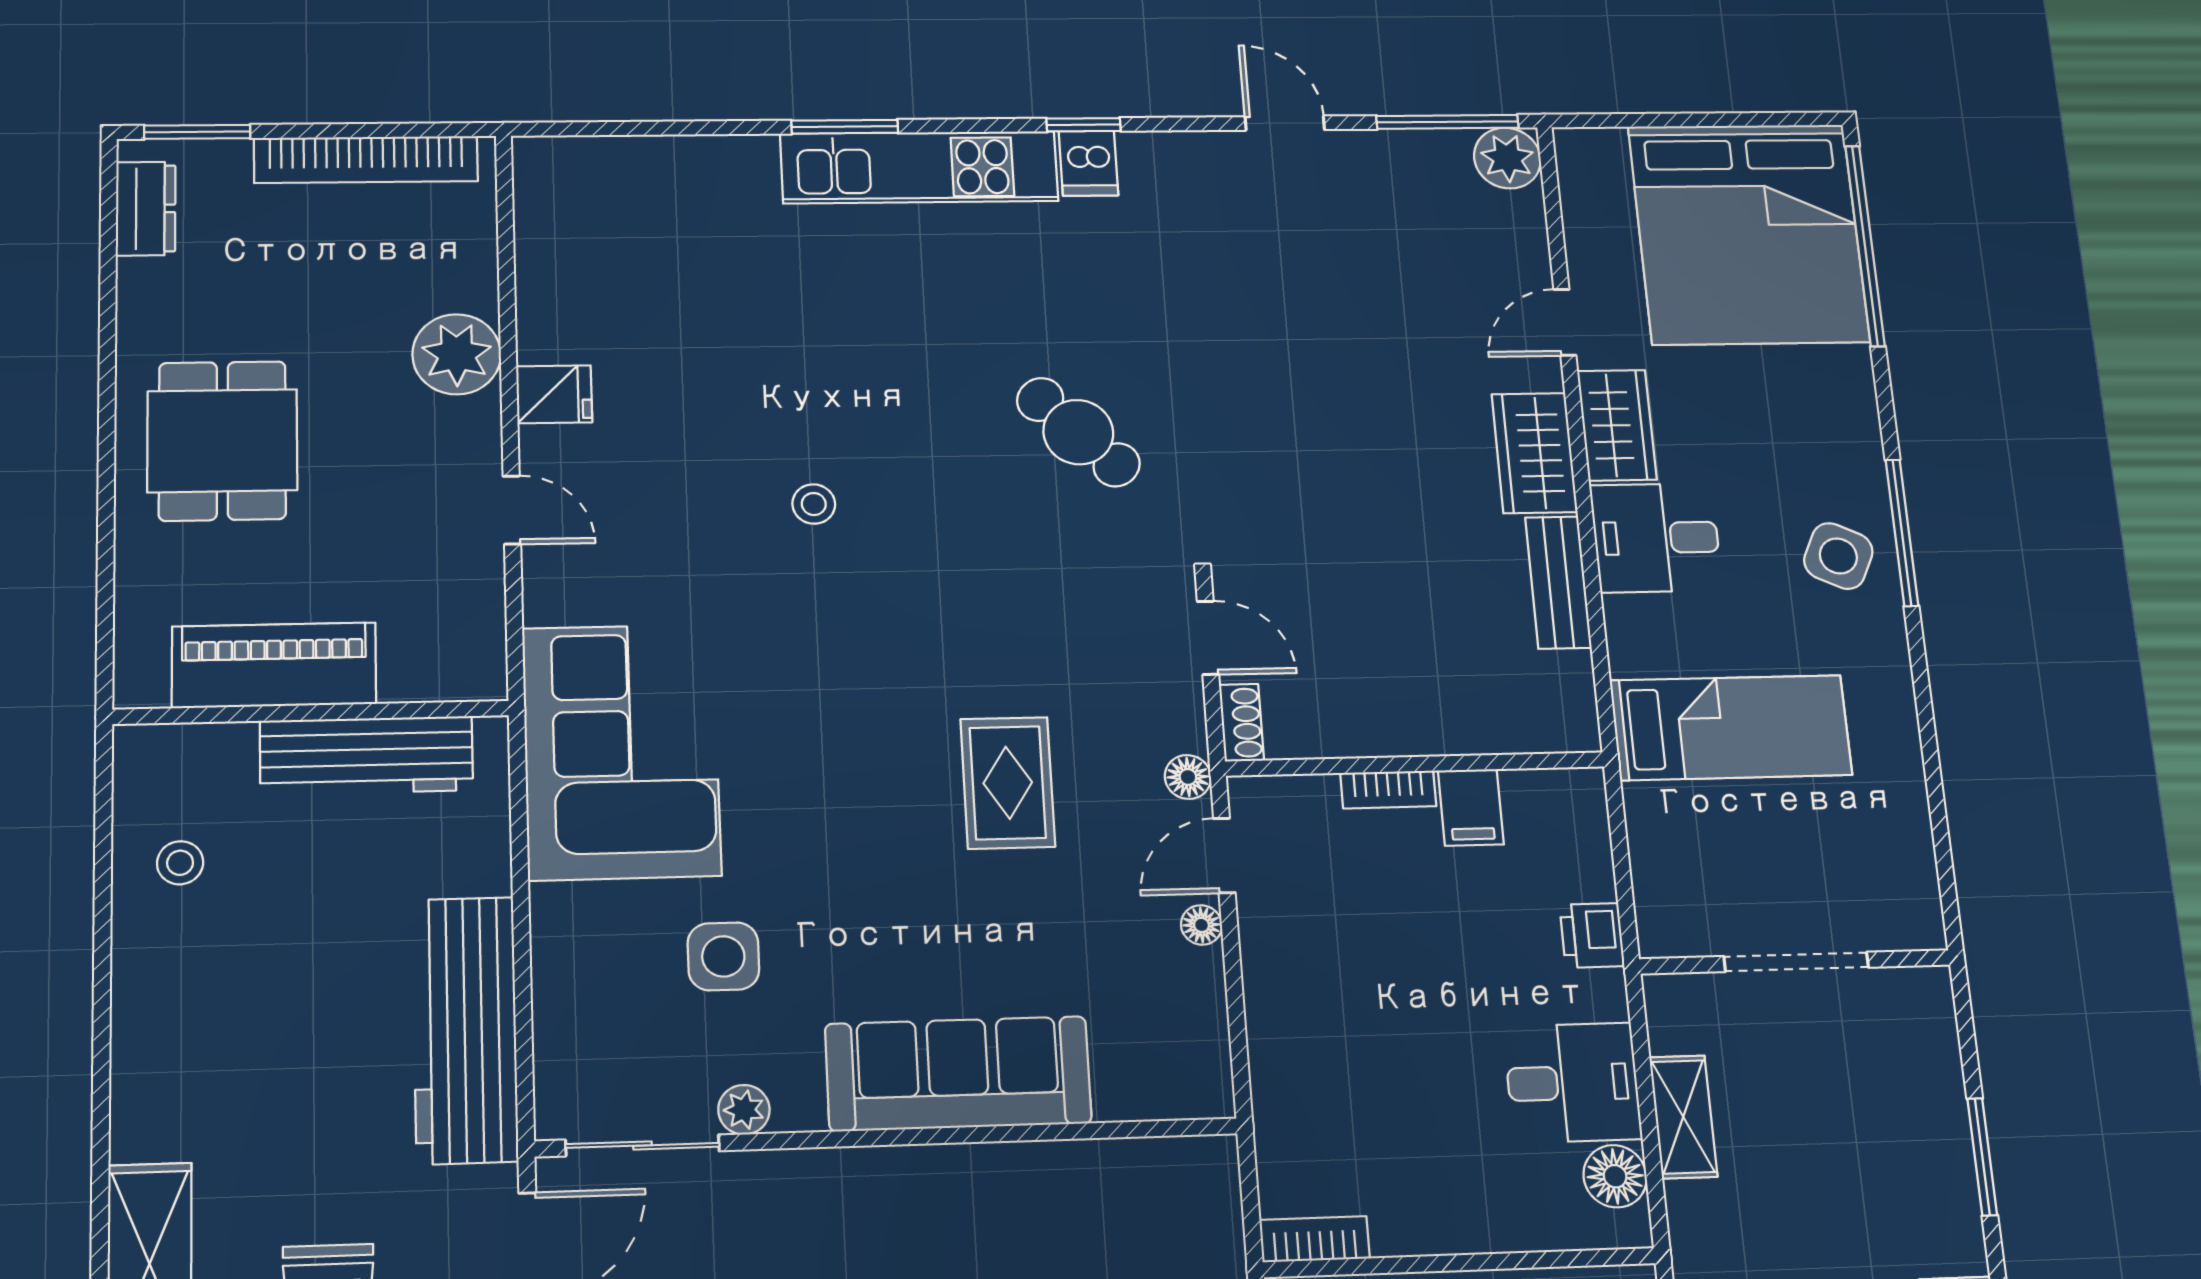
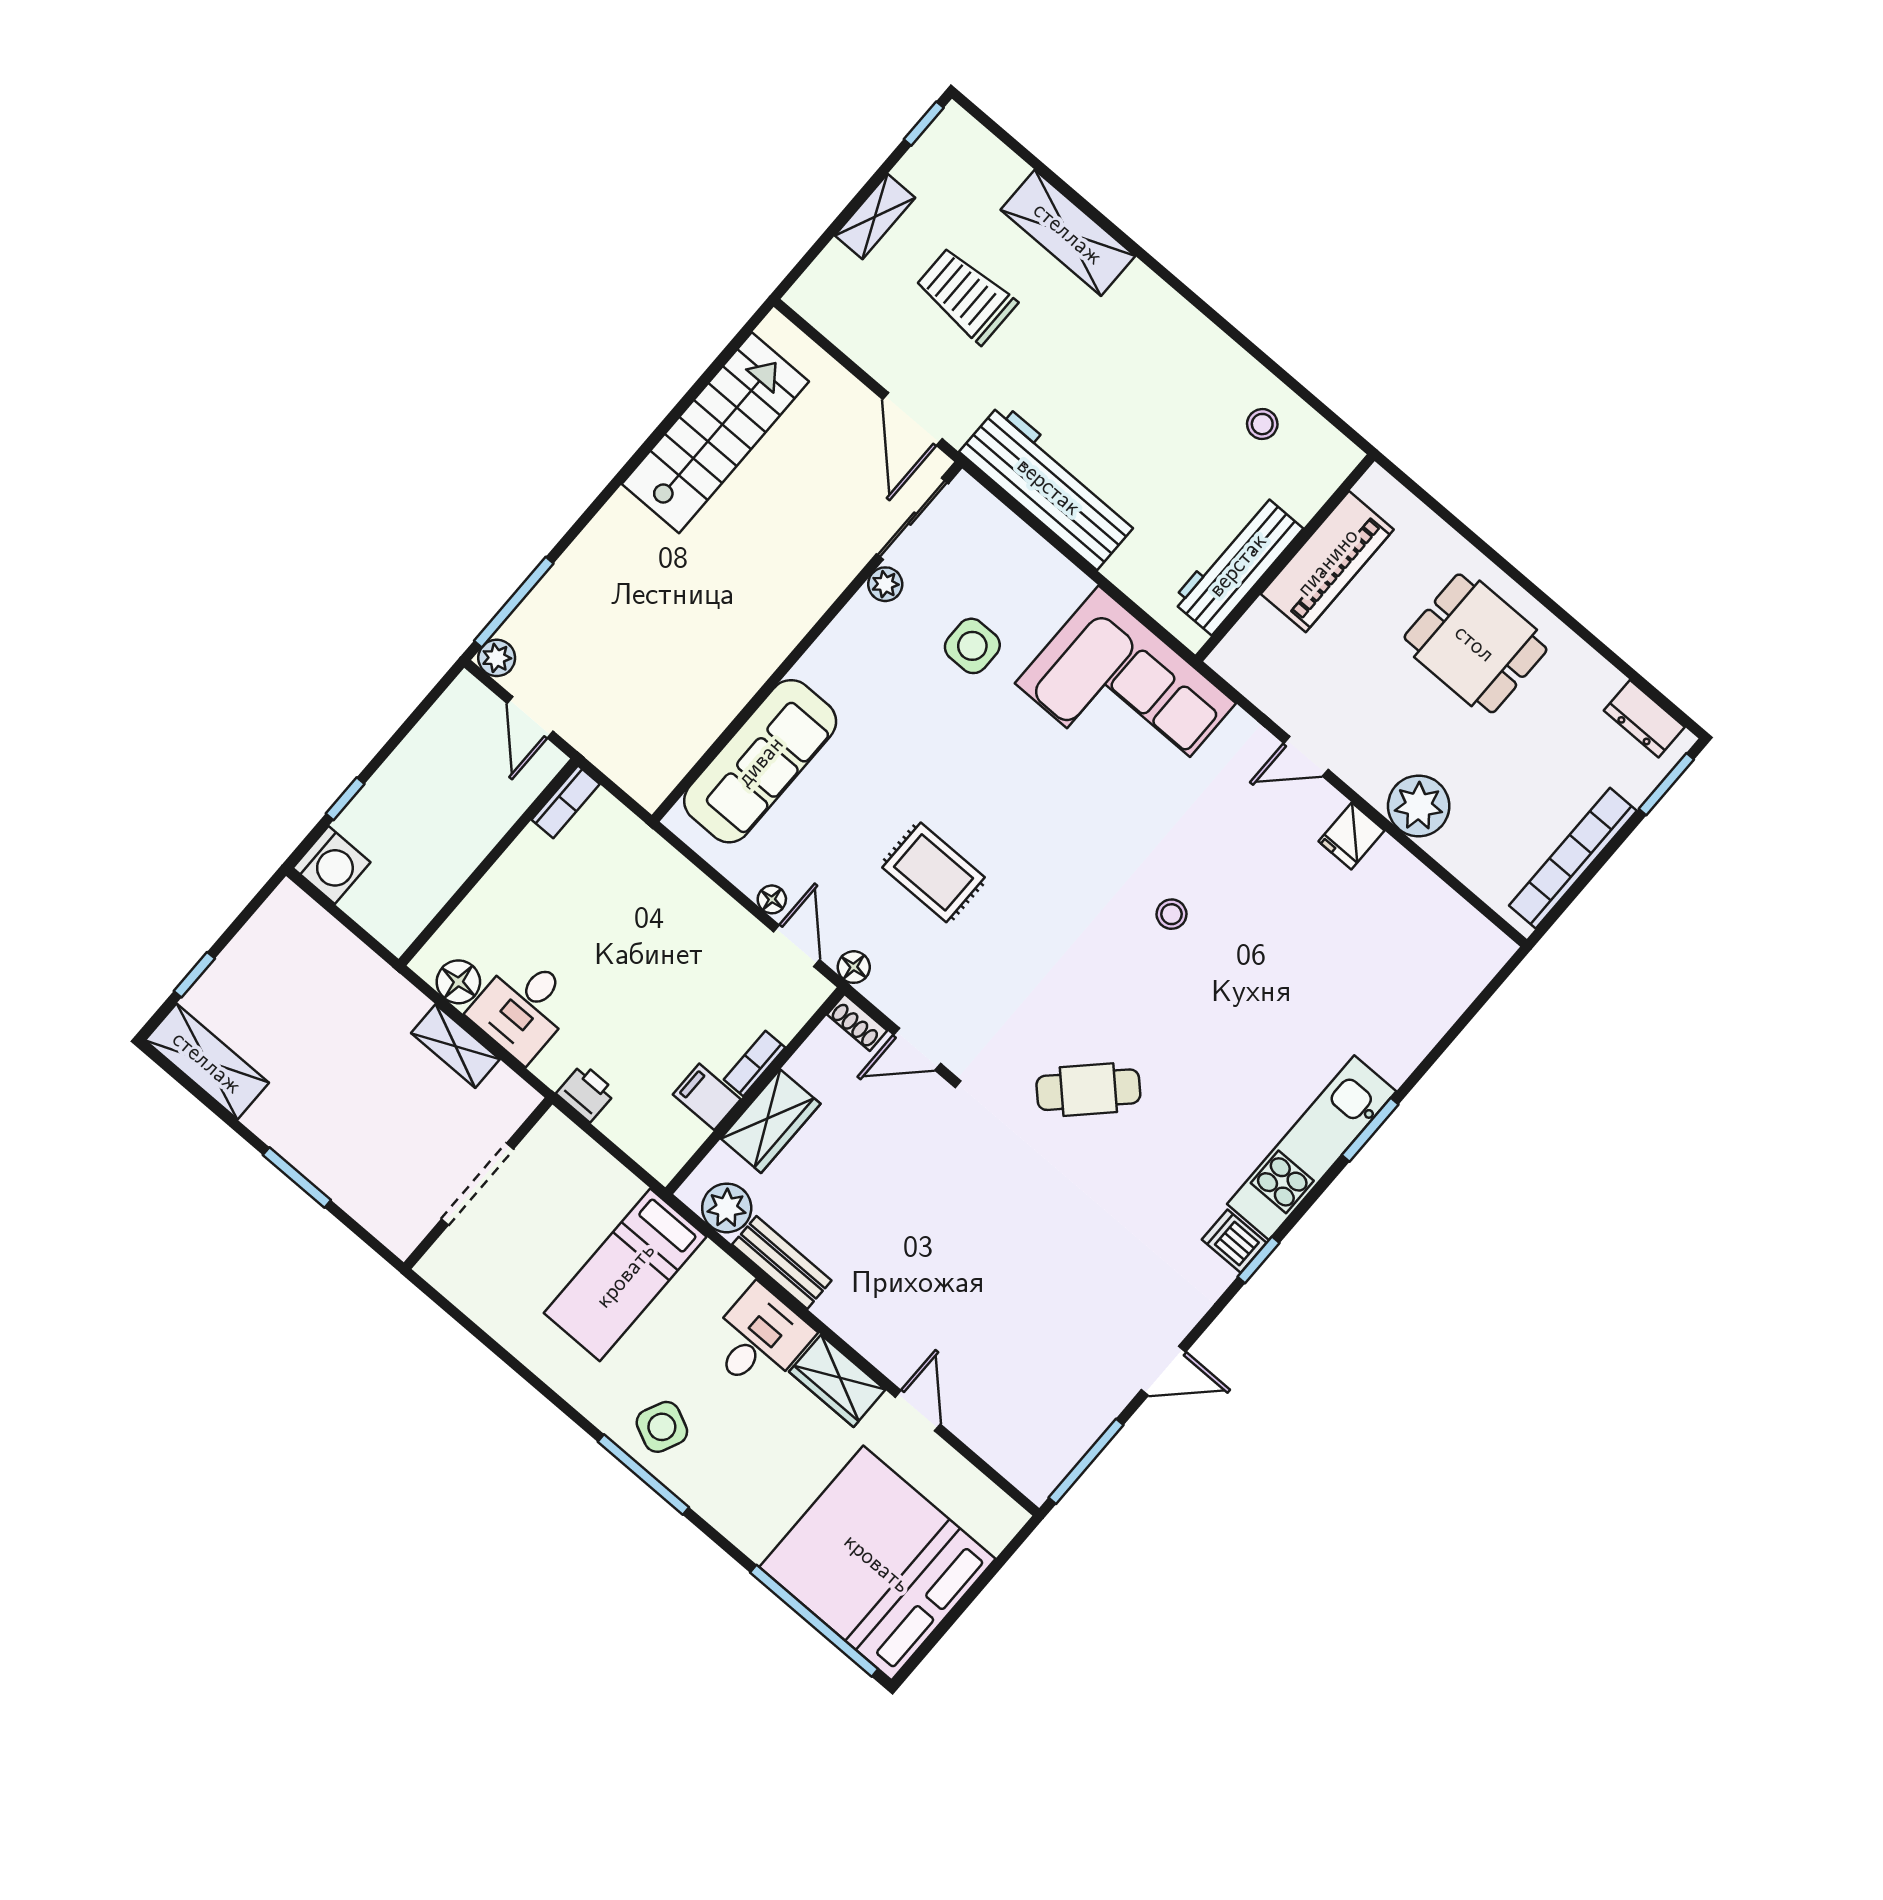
plant: (1507, 158) -> (727, 1208), moved
wardrobe: (1534, 453) -> (771, 1121), moved, turned 90
sofa: (958, 1074) -> (760, 761), moved

